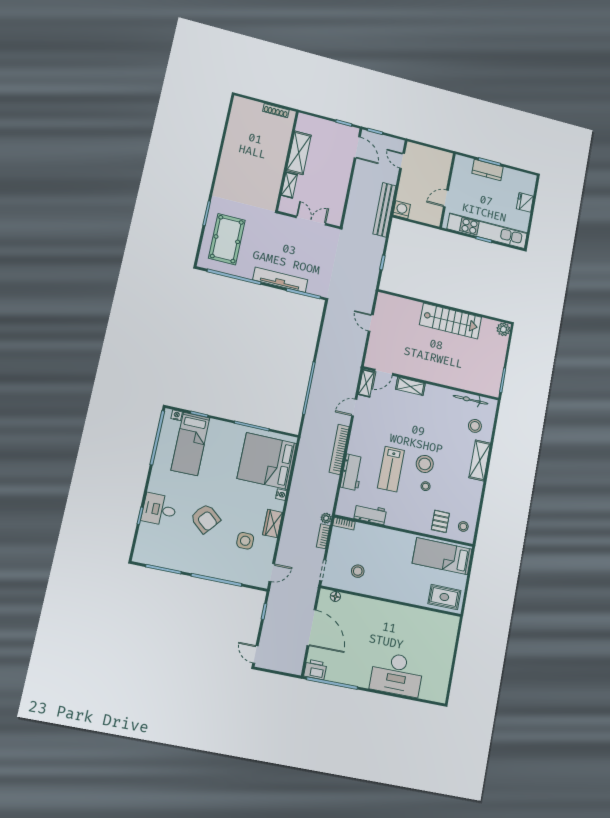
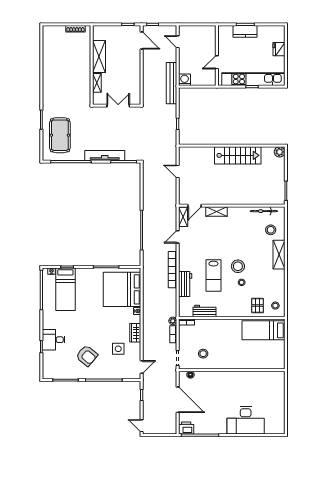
armchair: (205, 518) -> (87, 356), moved
rug: (444, 597) -> (270, 359), removed

